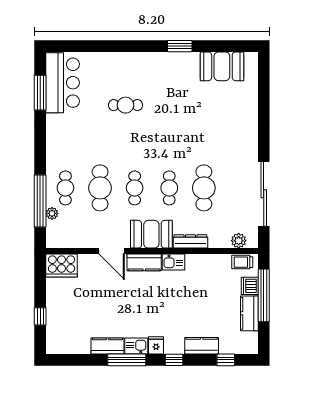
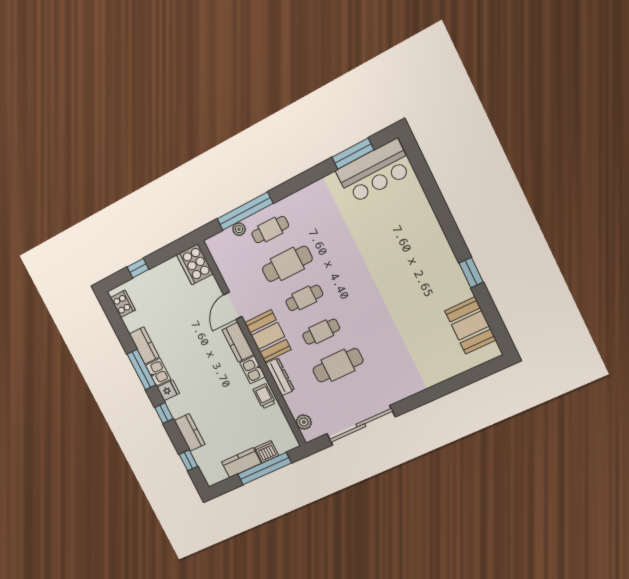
cafe table: (125, 105) -> (383, 248), removed
trolley: (242, 262) -> (264, 396), moved
cooker: (63, 346) -> (123, 304), added

